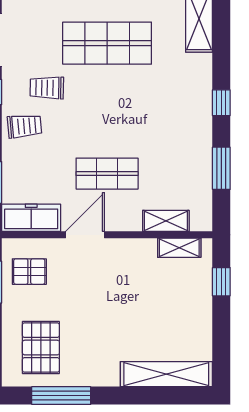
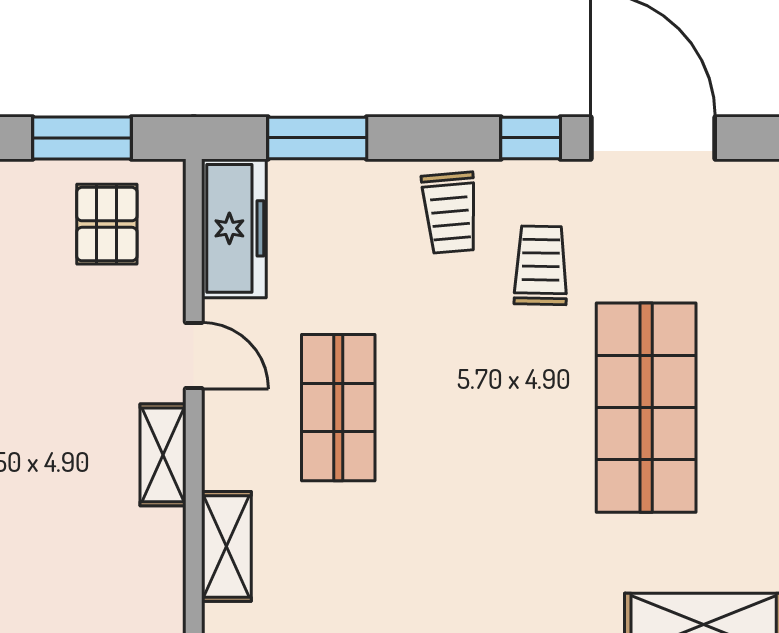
door: (85, 235) -> (194, 356), width x0.73
shelving: (179, 248) -> (163, 455), moved

